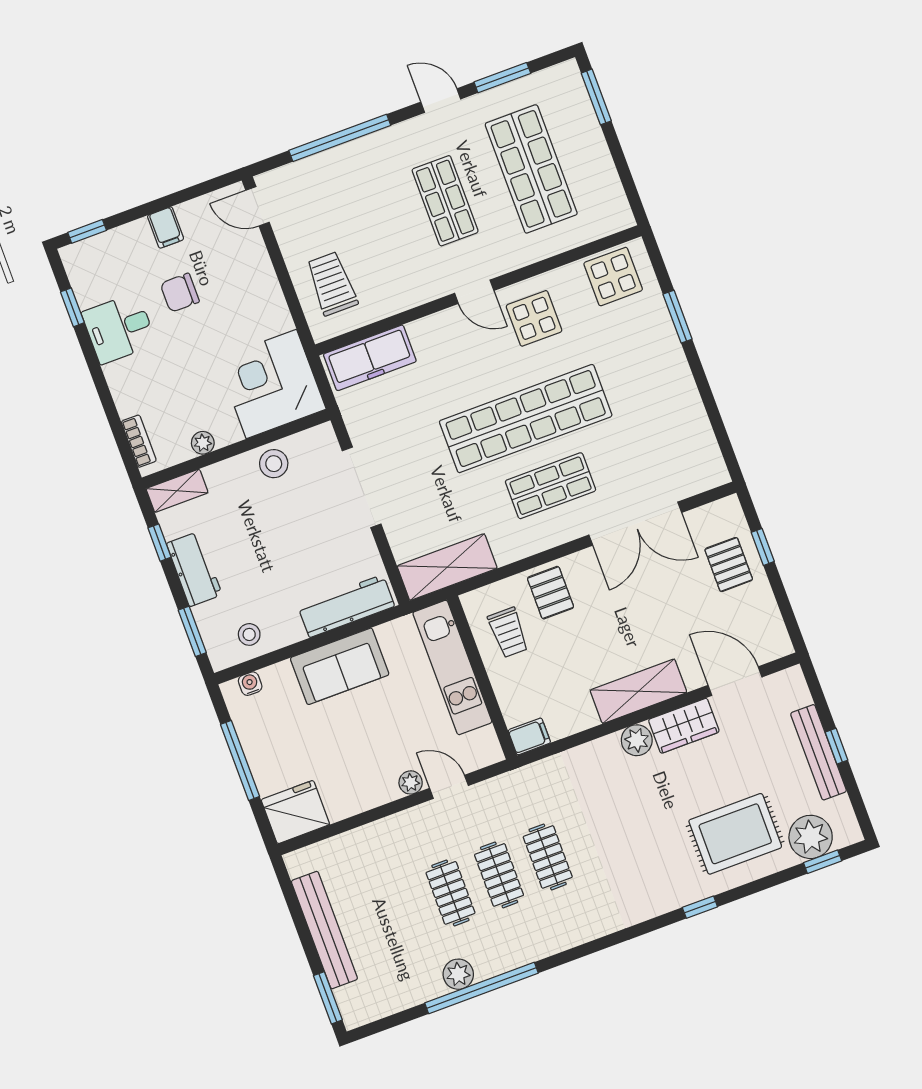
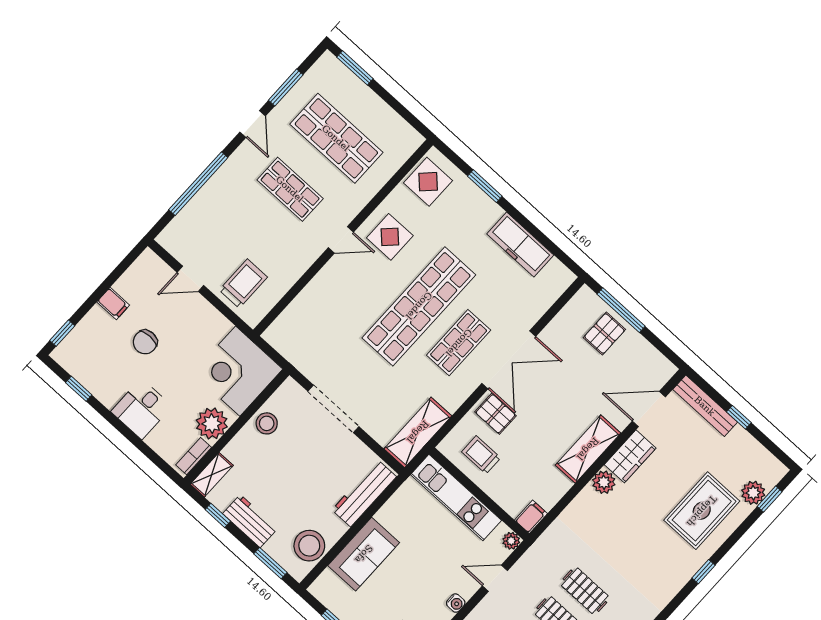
door: (441, 101) -> (253, 124), swing flipped
door: (258, 206) -> (190, 279), moved
trolley: (332, 284) -> (243, 284), turned 90
desk: (119, 328) -> (141, 409), moved
freezer: (370, 358) -> (520, 244), moved, turned 90
bookcase: (139, 441) -> (194, 456), moved, turned -90
plant: (203, 443) -> (212, 424), width x1.88, depth x1.88
double door: (635, 524) -> (509, 360), moved
window: (763, 547) -> (621, 310), width x2.17
pallet: (729, 564) -> (604, 334), turned 90
trolley: (508, 632) -> (481, 455), turned 180
stool: (249, 634) -> (309, 546), width x1.89, depth x1.89
sofa: (340, 666) -> (364, 554), moved
water cooler: (250, 684) -> (456, 603), moved, turned 180
bench: (819, 752) -> (705, 406), moved
plant: (411, 782) -> (511, 541), moved
plant: (811, 837) -> (753, 493), width x0.73, depth x0.73

